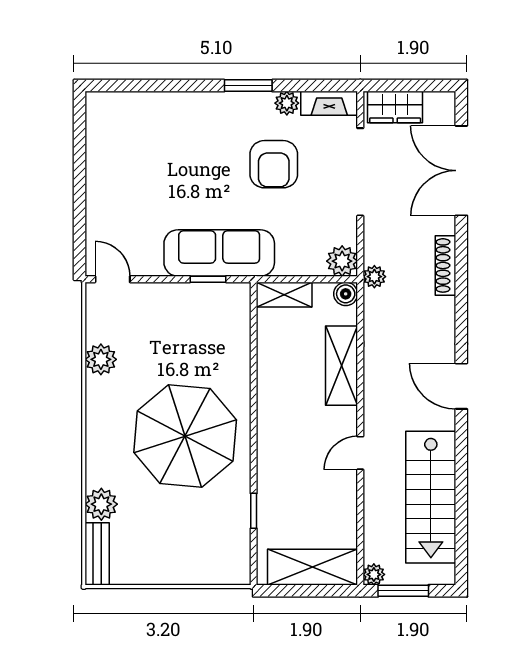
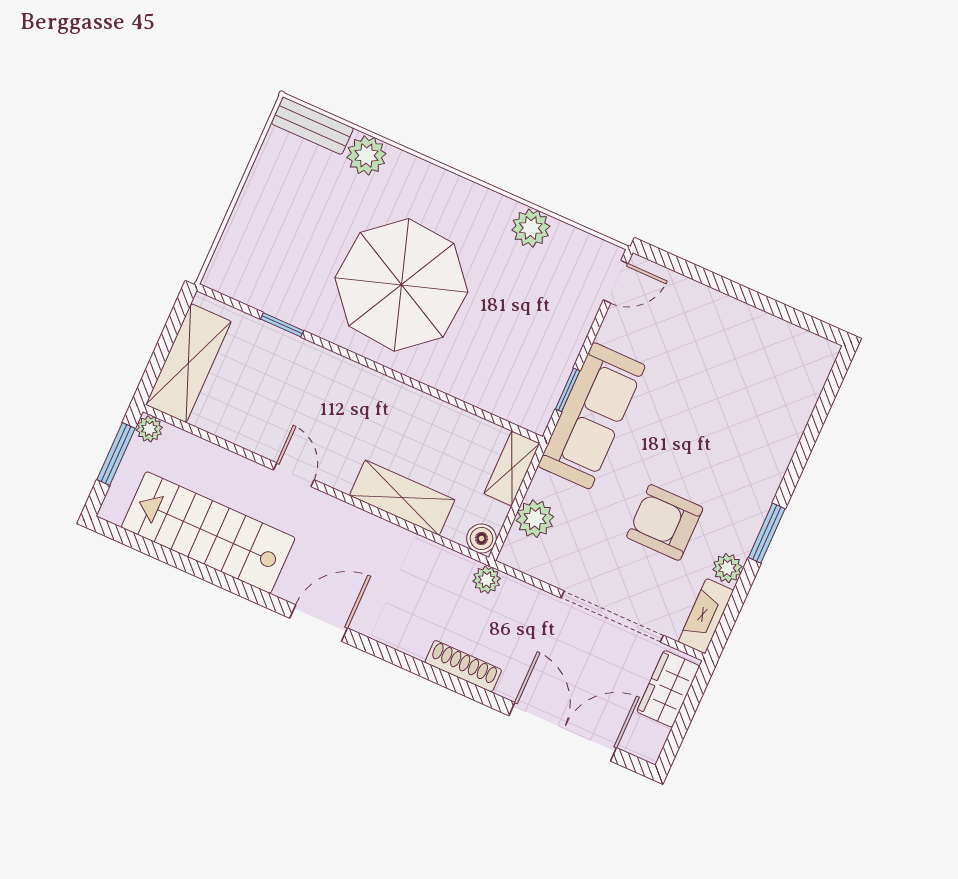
plant: (342, 261) -> (535, 519), moved

